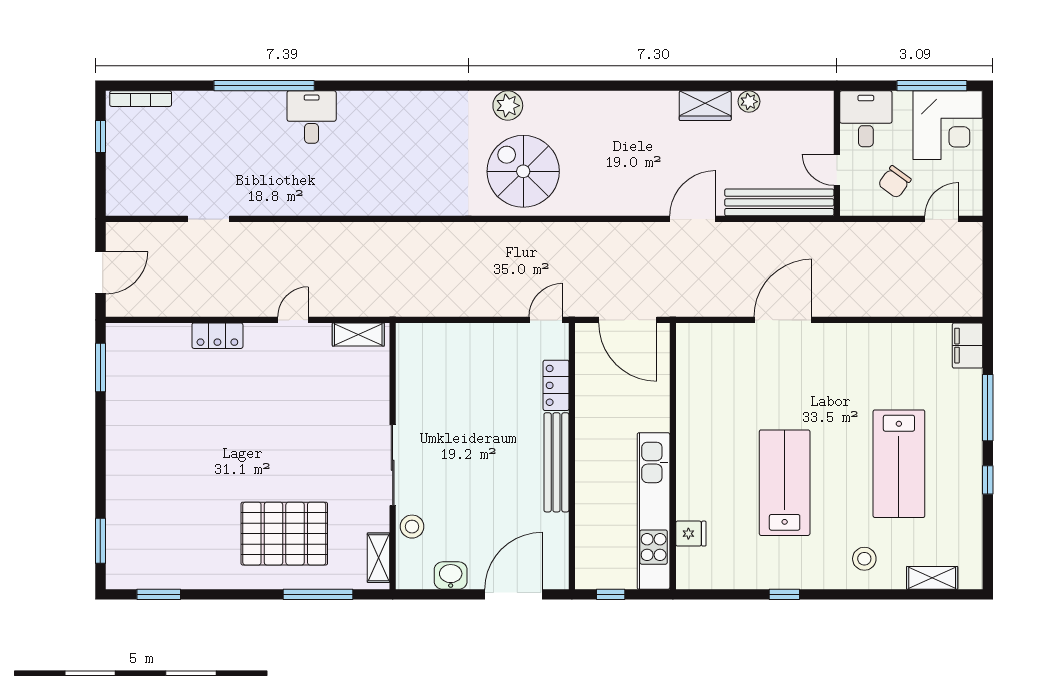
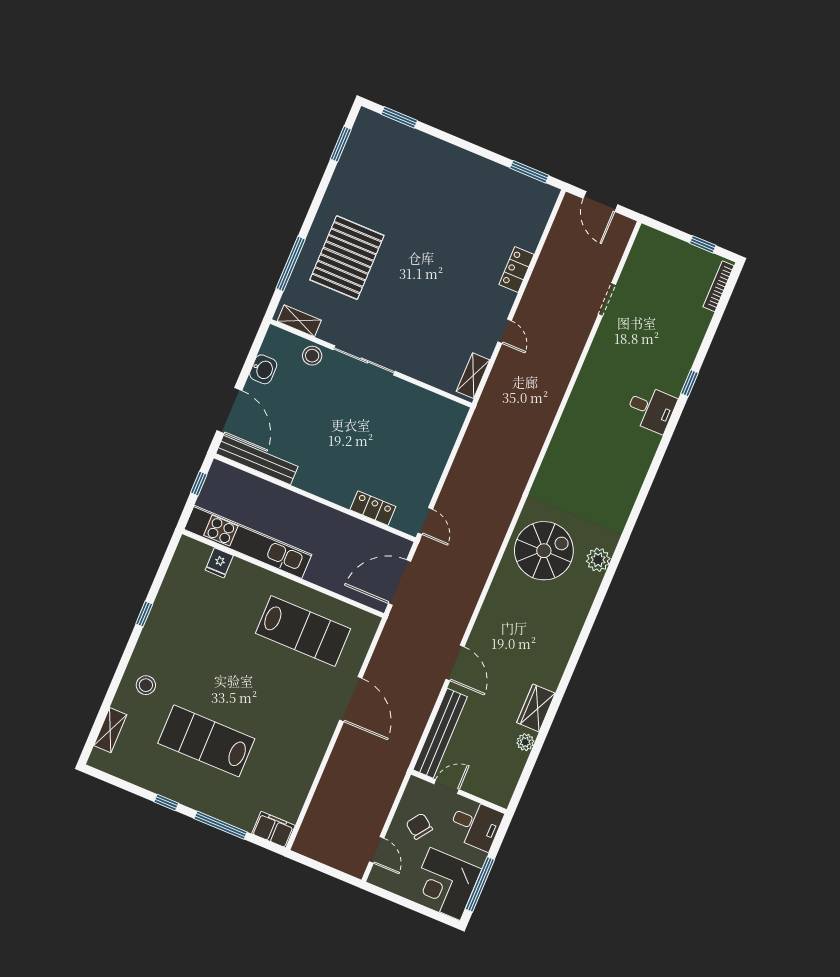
window: (264, 86) -> (689, 383), width x0.32
bench: (556, 462) -> (257, 460), moved
lab bench: (785, 483) -> (303, 631), moved

